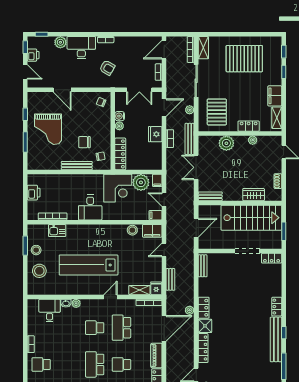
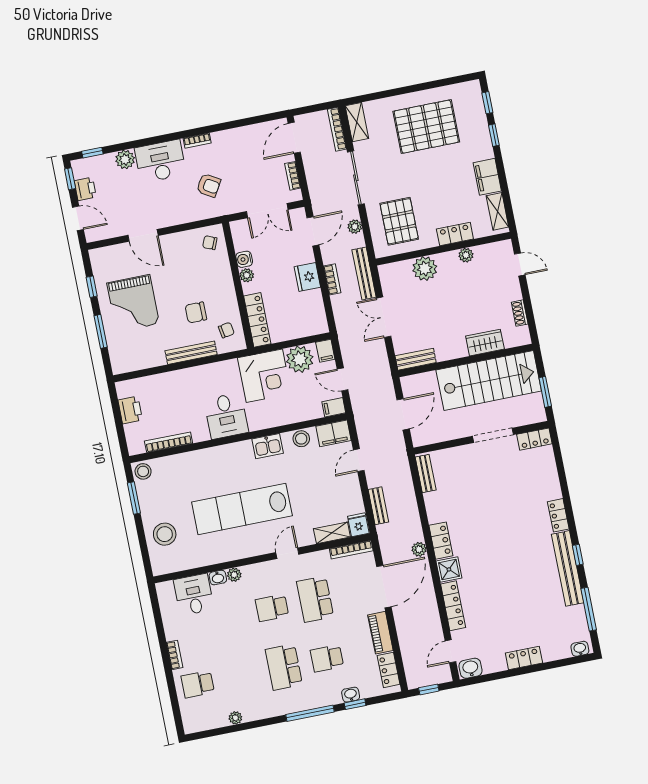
kitchen sink: (57, 231) -> (268, 446), moved
stool: (36, 250) -> (143, 471), moved

